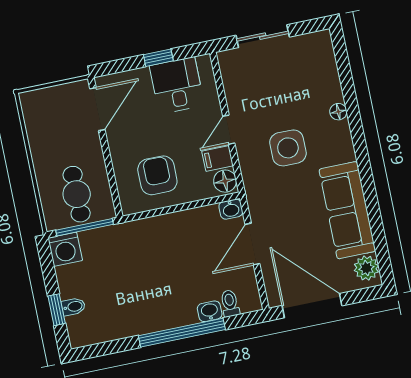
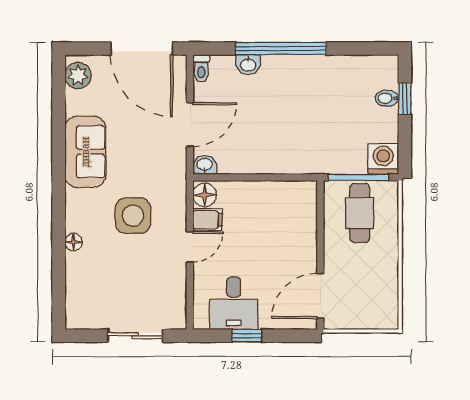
armchair: (157, 175) -> (273, 215), removed
sofa: (347, 210) -> (85, 152), width x0.73
toilet: (230, 303) -> (201, 68), moved

